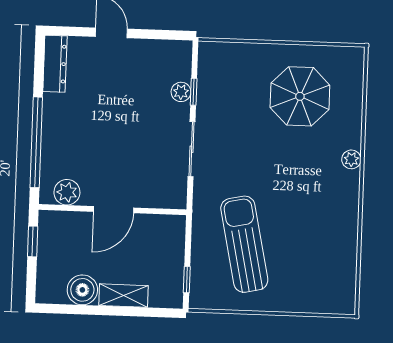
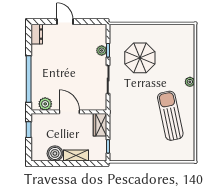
dresser: (55, 64) -> (37, 34), width x0.70
parasol: (300, 96) -> (140, 58), moved
door: (113, 210) -> (69, 112), swing flipped
wardrobe: (173, 237) -> (100, 125), added
sun lounger: (244, 244) -> (170, 116), moved

